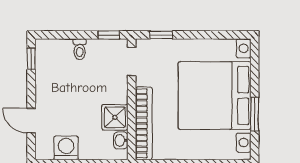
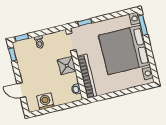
window: (109, 35) -> (22, 38), moved
window: (255, 114) -> (143, 25), moved
shower: (115, 117) -> (67, 66), moved

